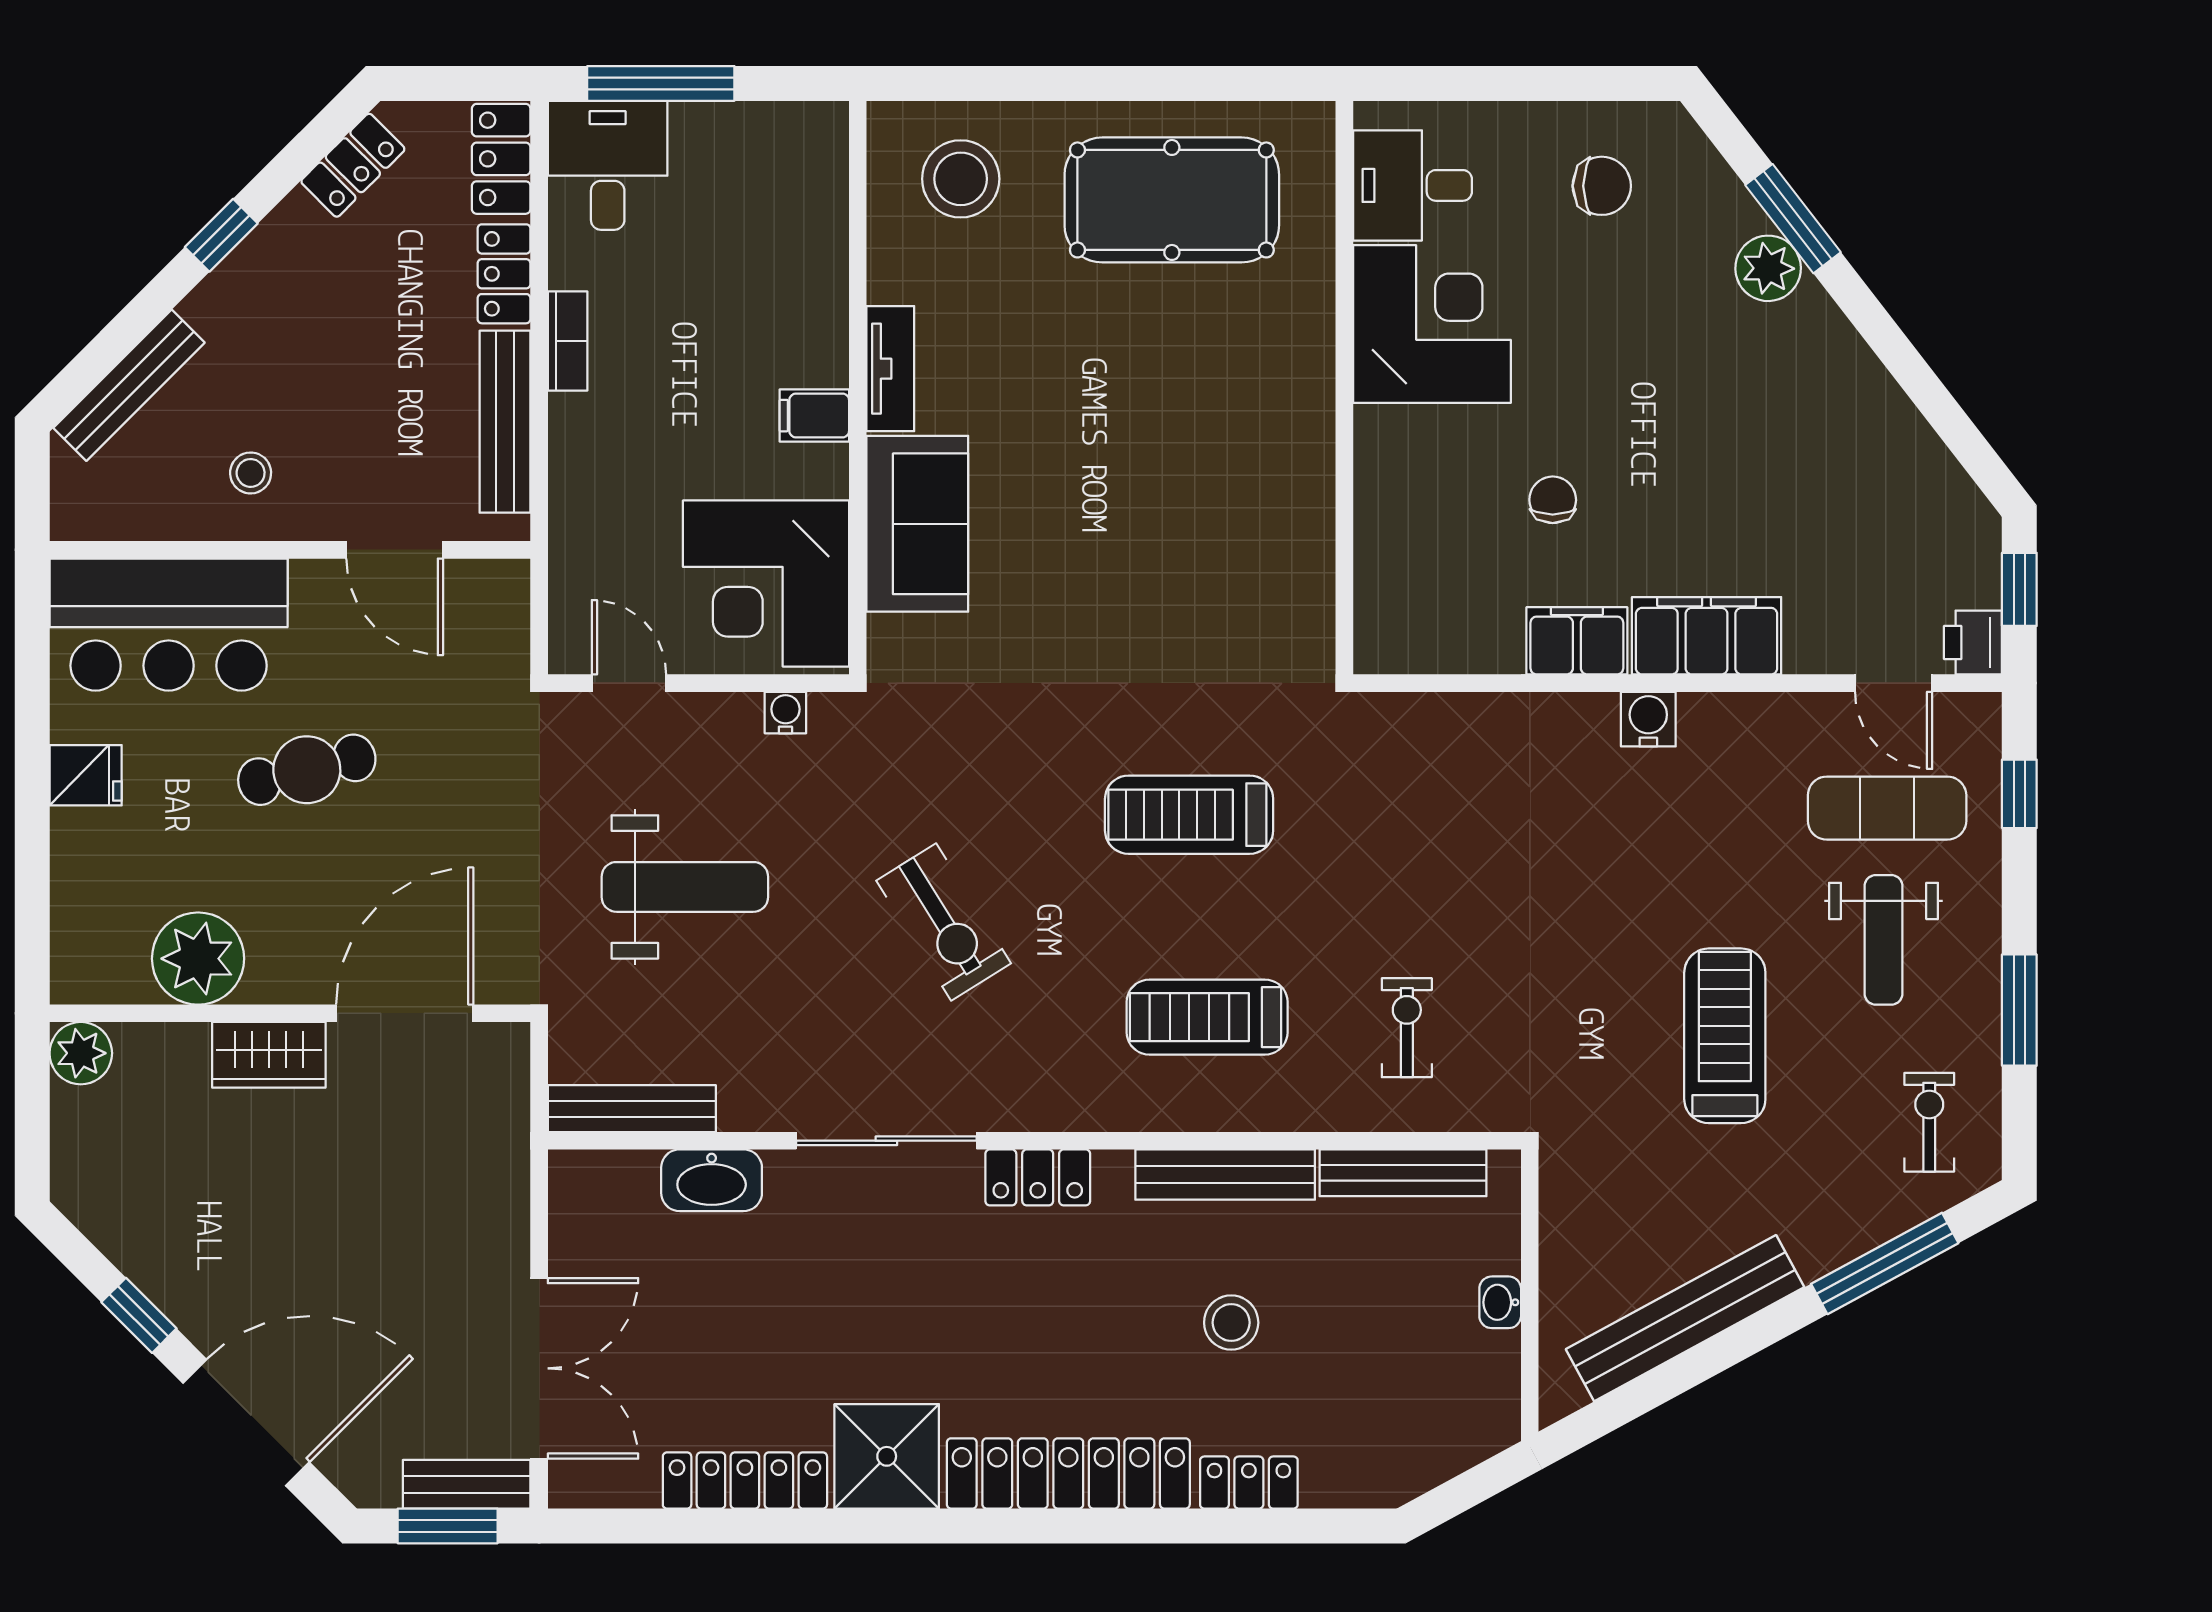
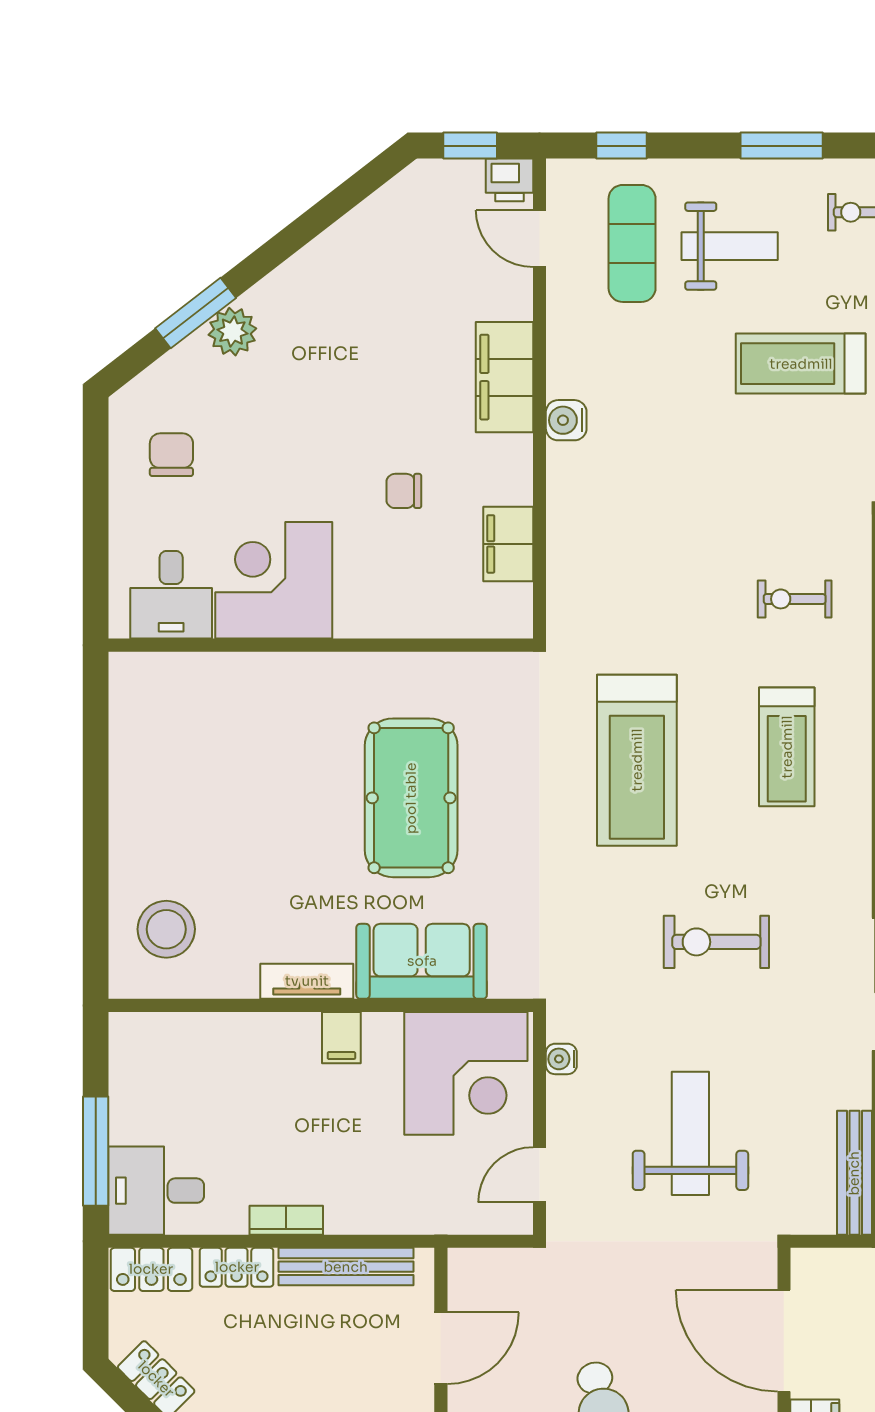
pool table: (1172, 200) -> (411, 798), moved
filing cabinet: (1577, 641) -> (508, 544), moved
door: (1894, 683) -> (540, 239), swing flipped
treadmill: (1189, 815) -> (637, 760), width x1.37, depth x1.38
exercise bike: (944, 922) -> (716, 942), turned -148

